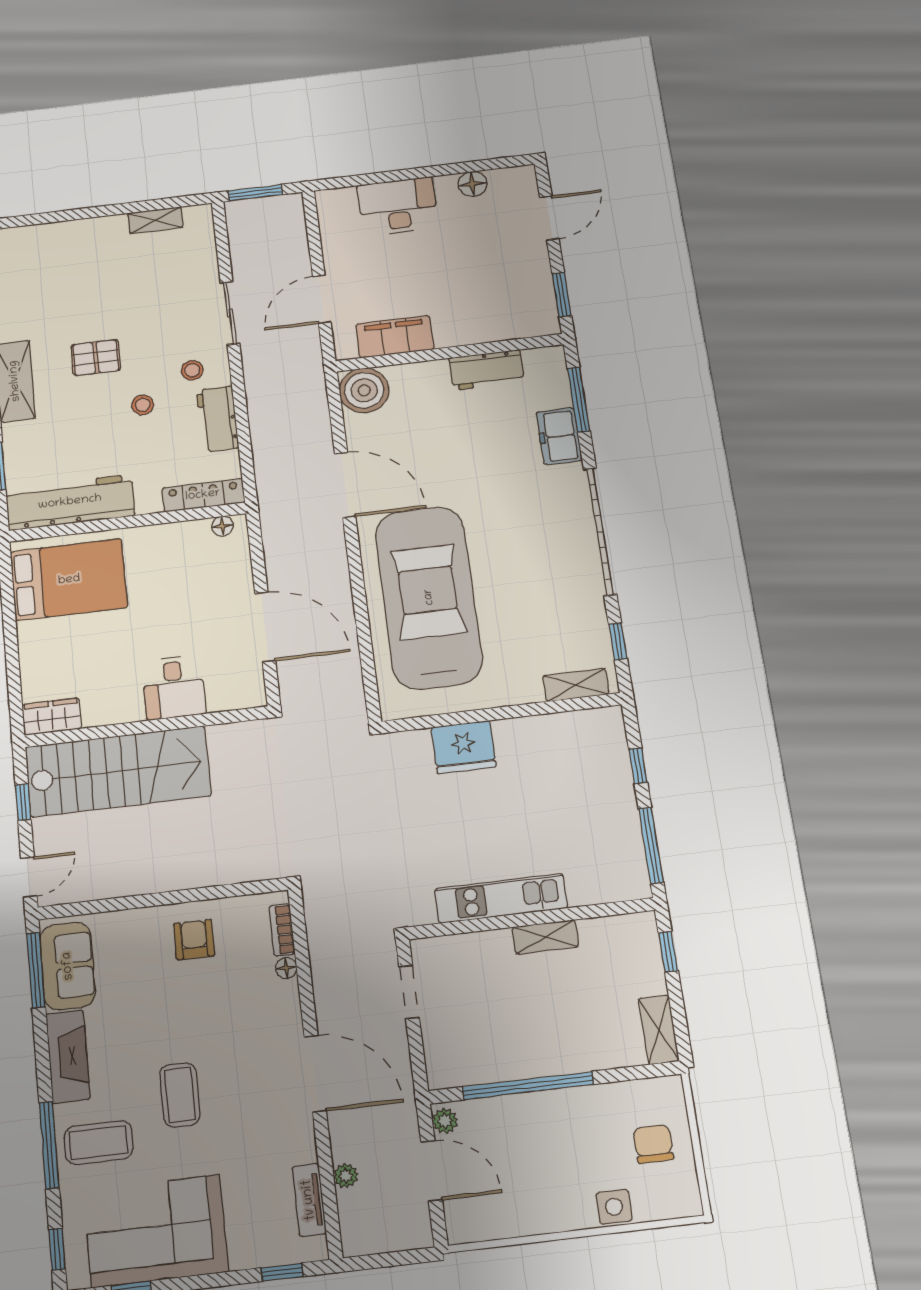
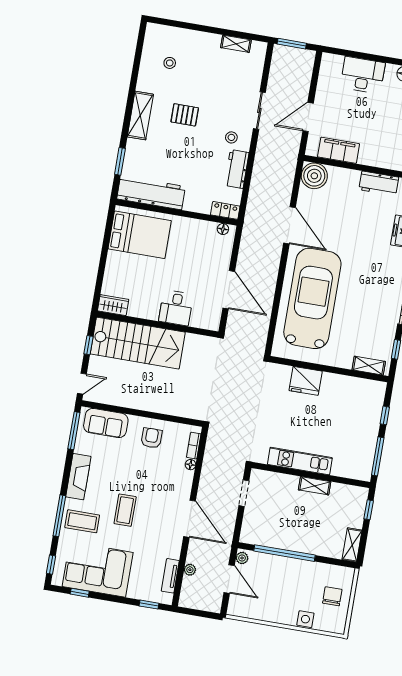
stool: (143, 405) -> (170, 63), moved
locker: (203, 495) -> (225, 210), width x0.66
sofa: (68, 966) -> (106, 423), moved, turned 90

